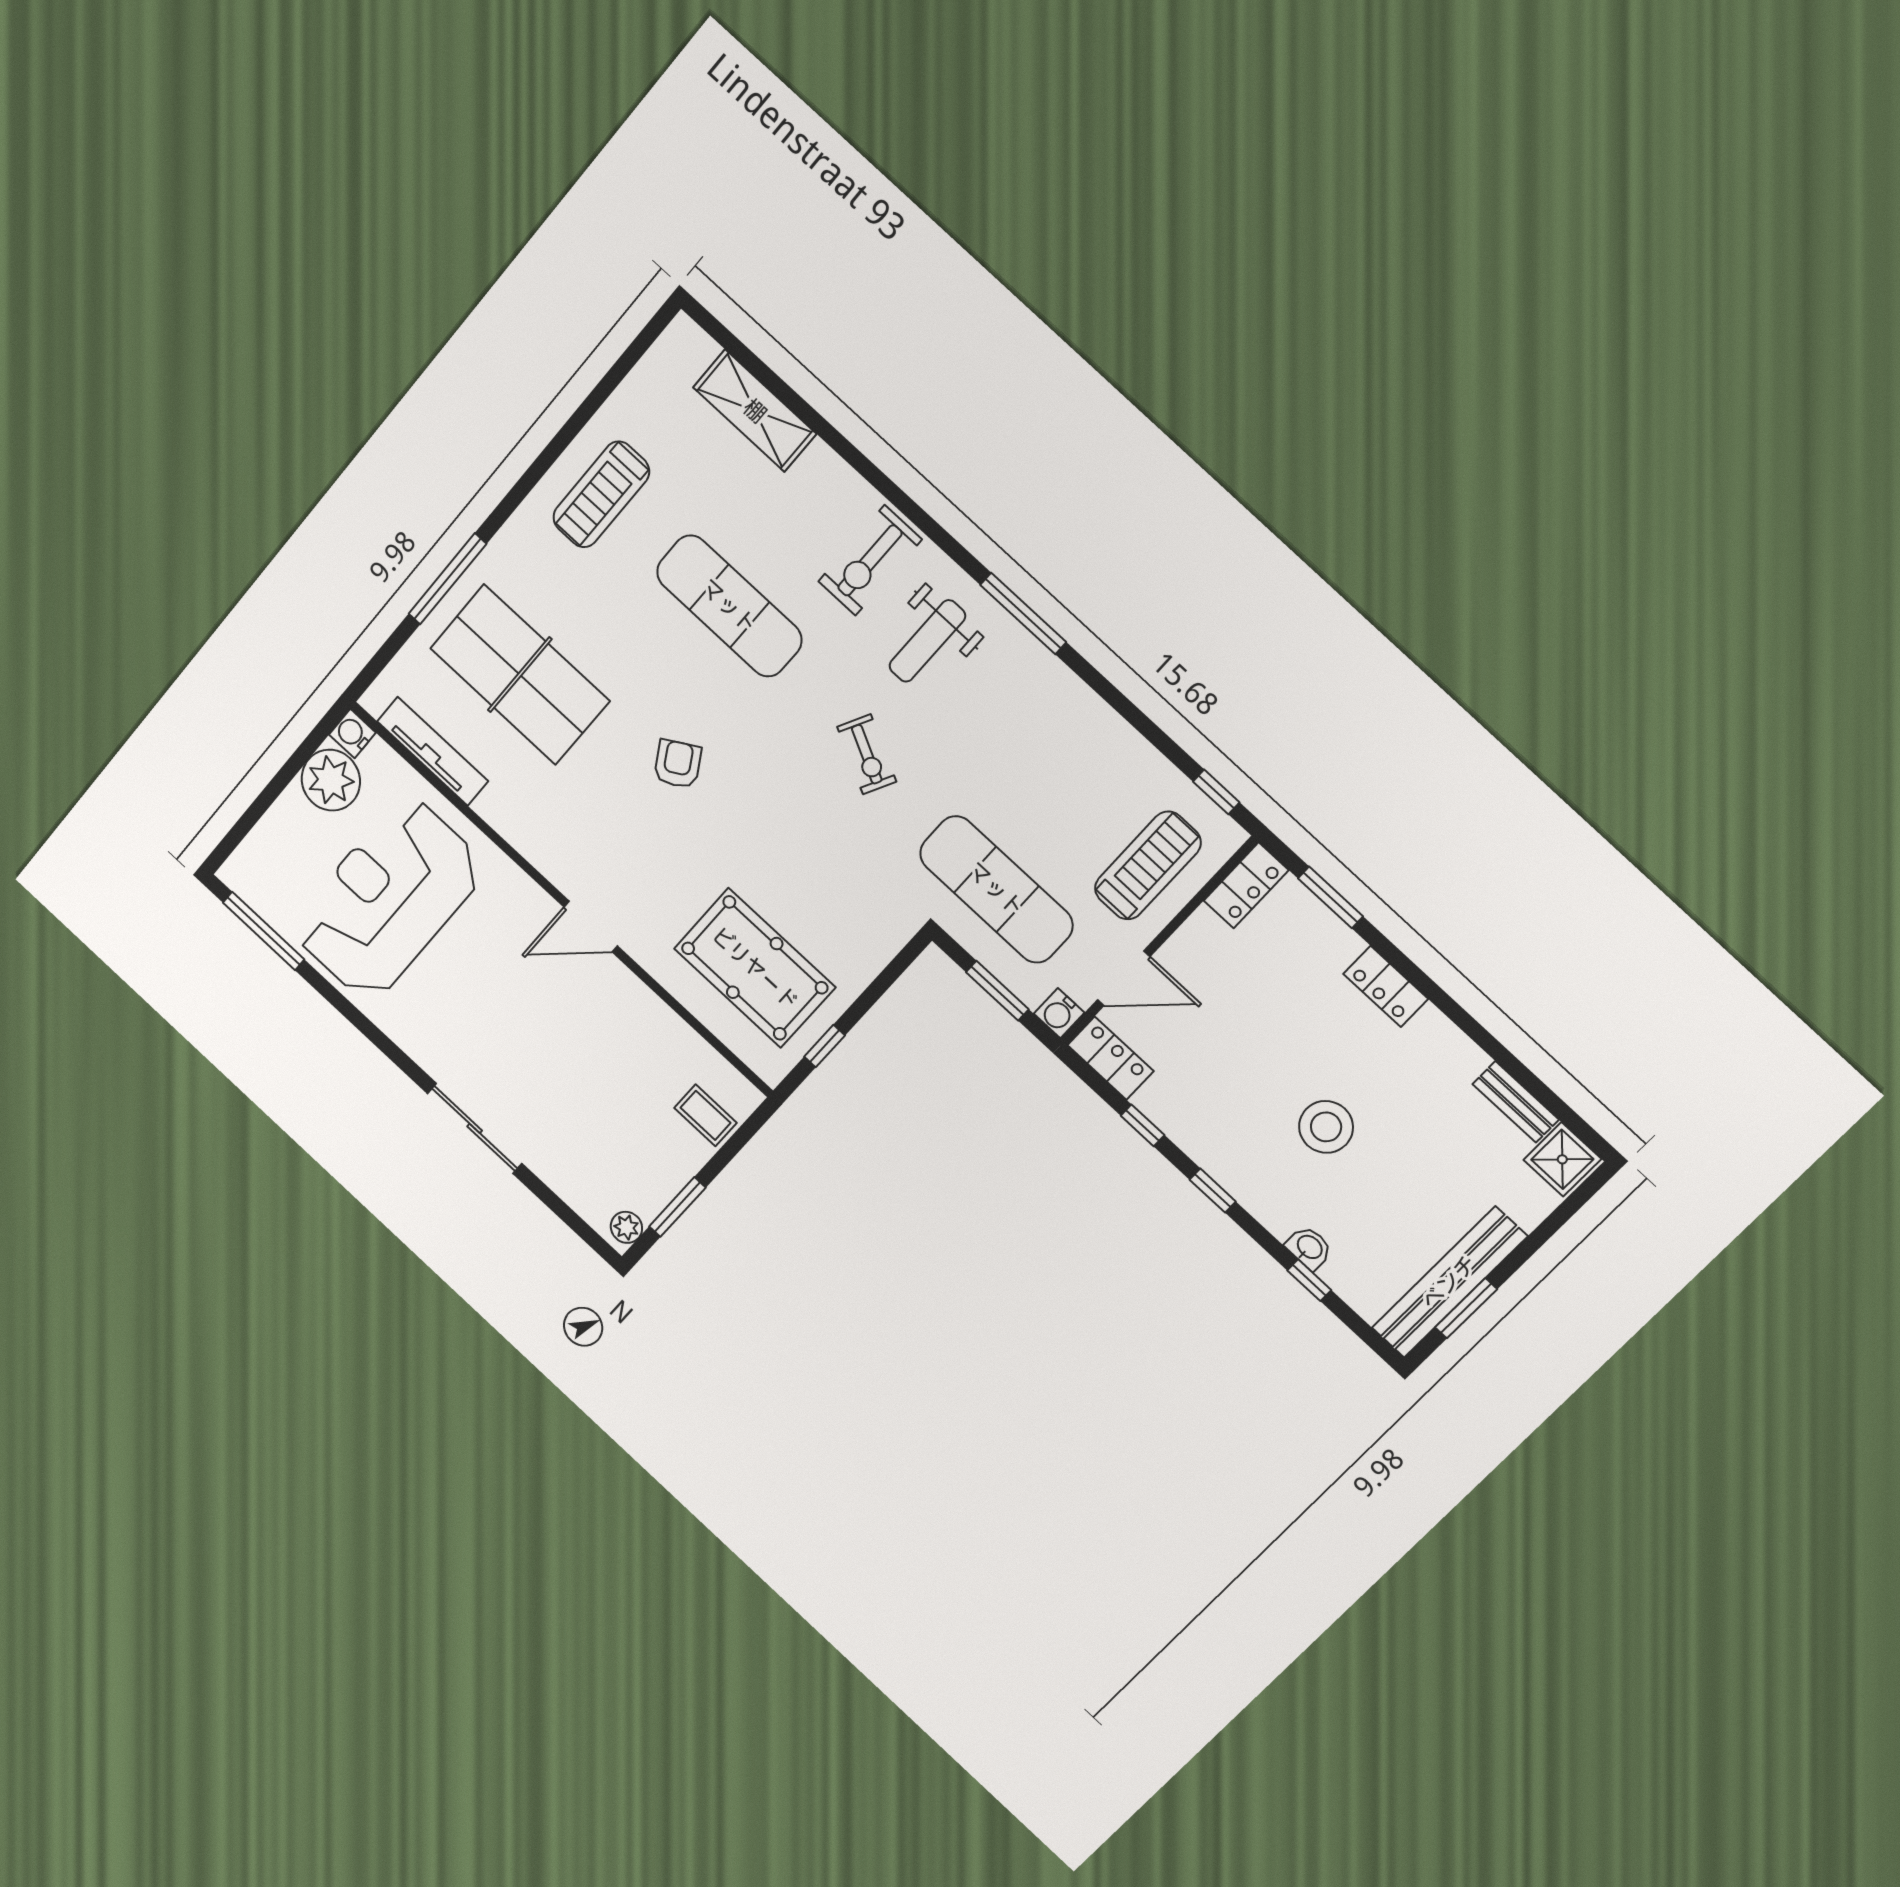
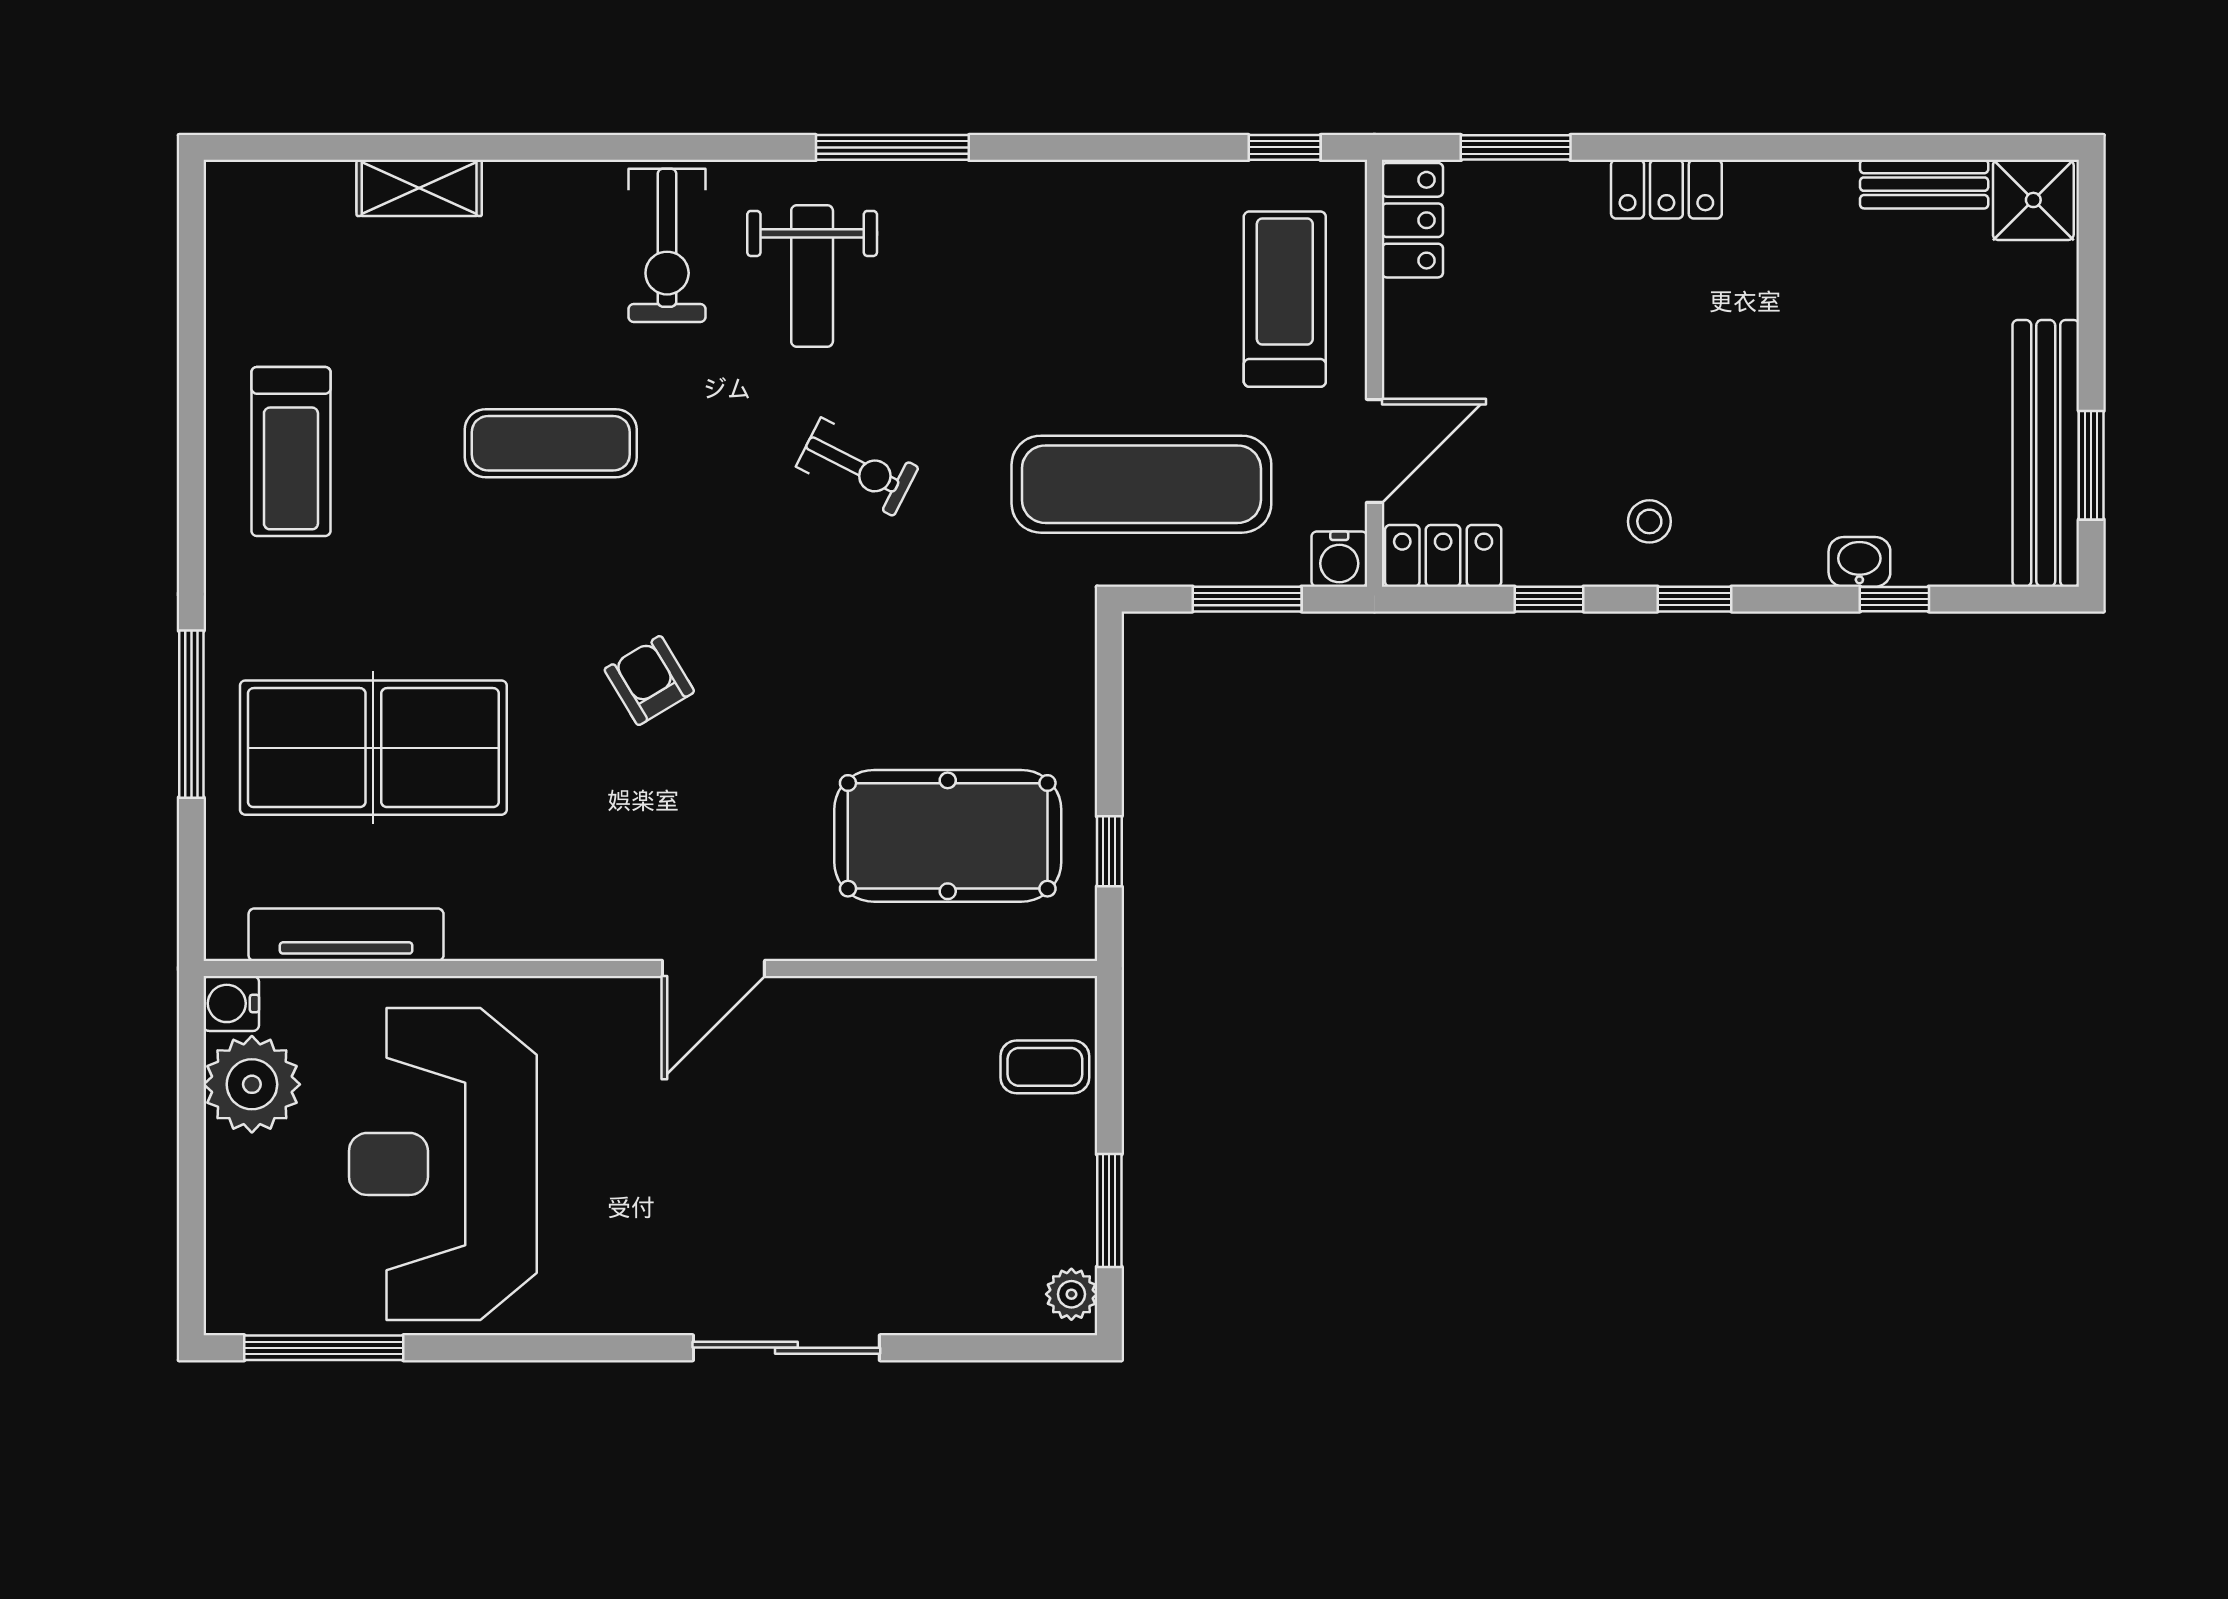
shelving: (755, 411) -> (419, 188), width x0.67, depth x0.75
exercise mat: (729, 606) -> (551, 443), width x0.73, depth x0.69
stool: (1326, 1127) -> (1649, 521), moved, width x0.53, depth x0.53

